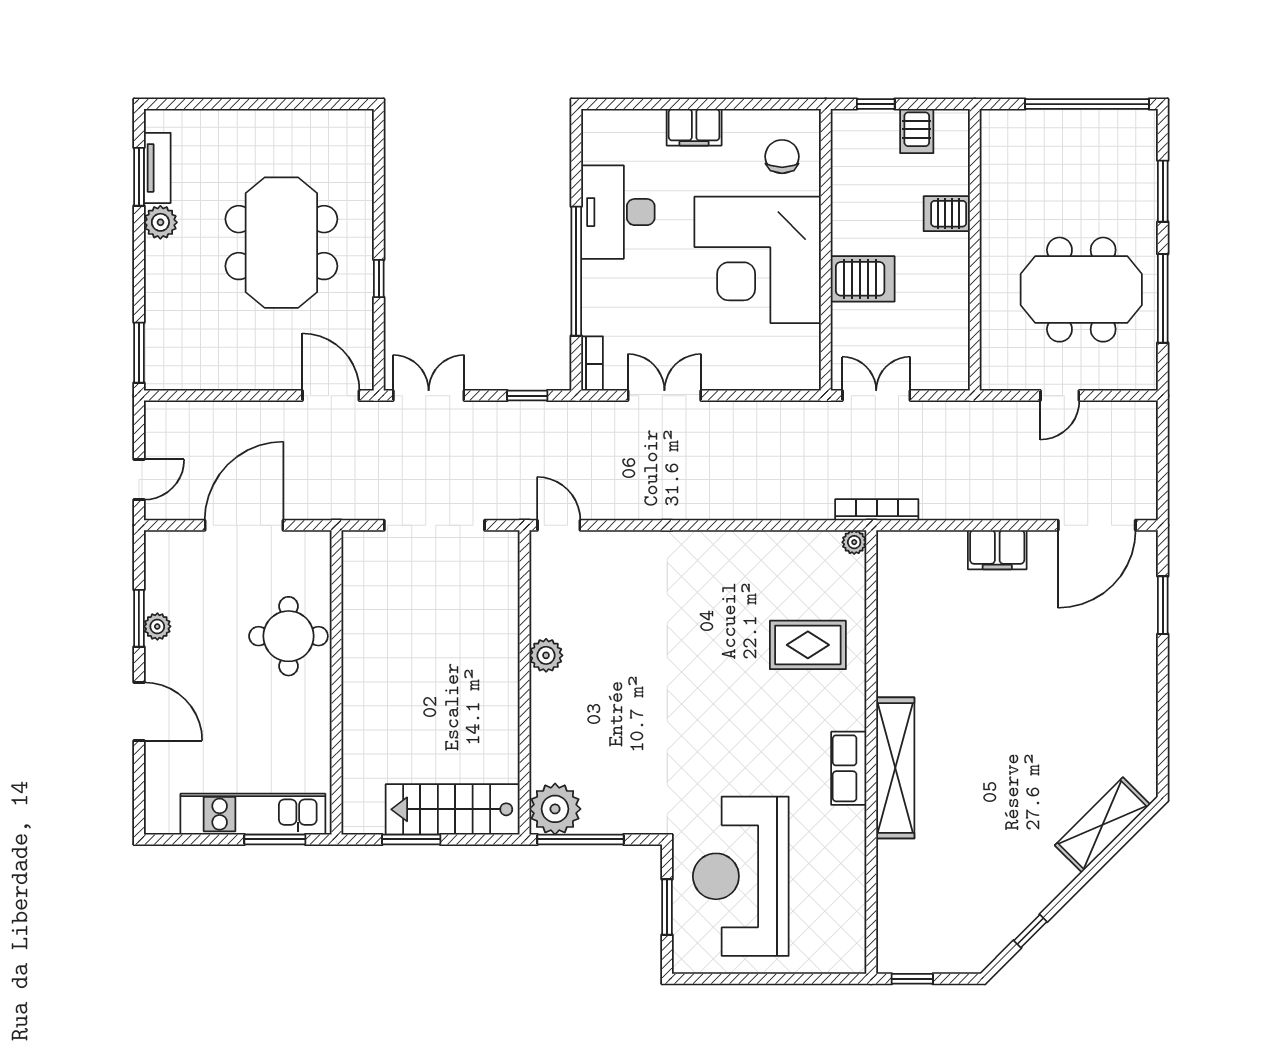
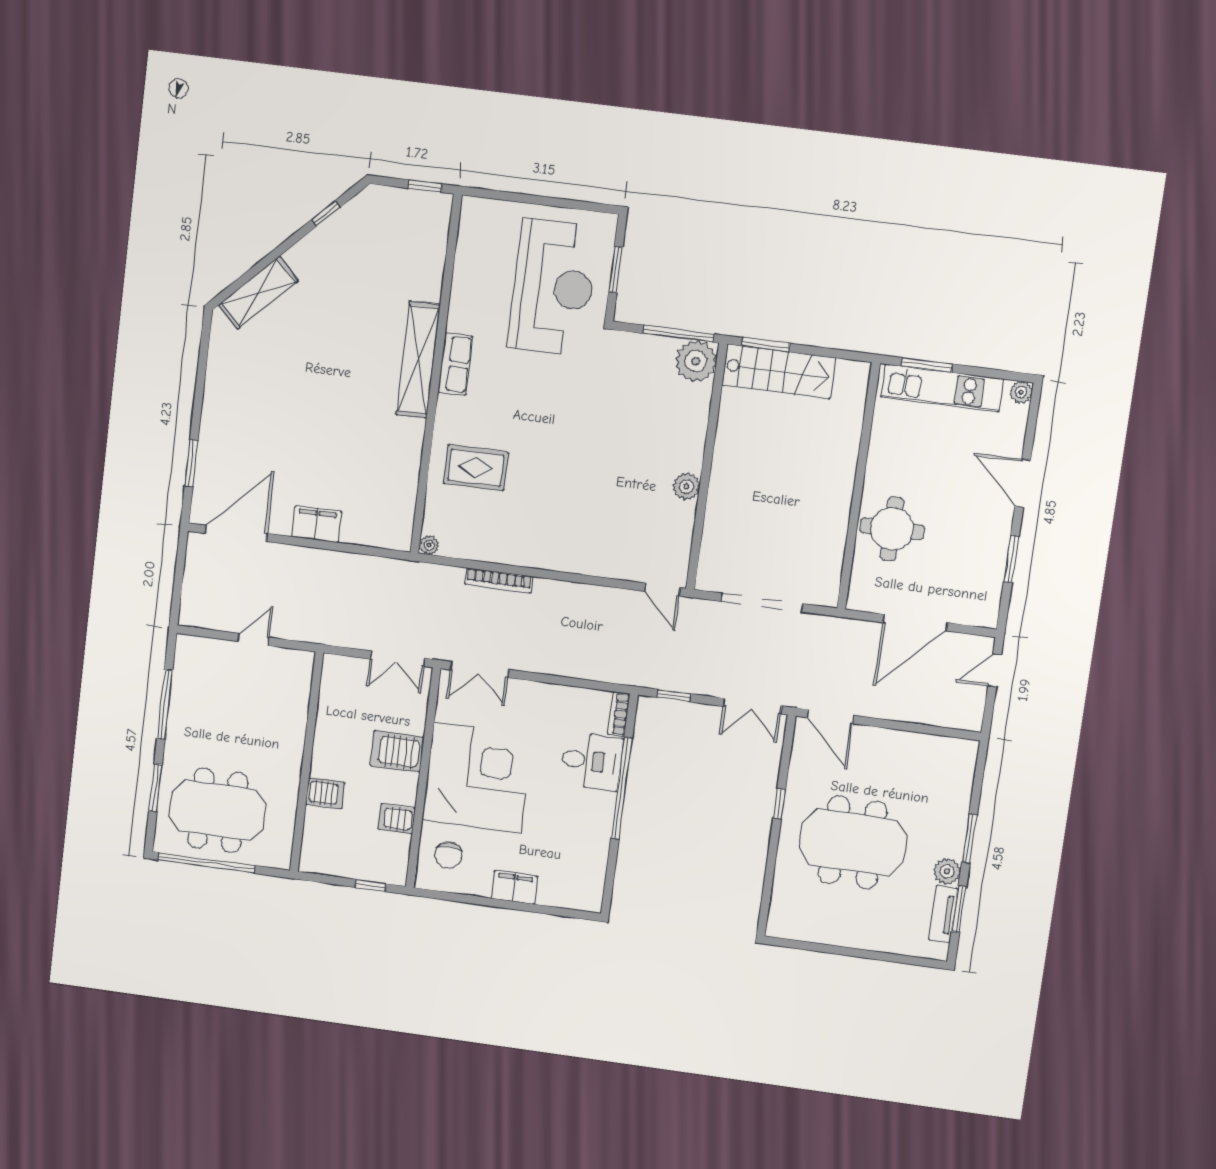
server rack: (917, 131) -> (397, 819), moved, turned -90
desk: (618, 212) -> (592, 761), moved, width x0.73
meeting table: (281, 243) -> (853, 842), turned 90
meeting table: (1081, 290) -> (218, 810), moved
window: (139, 353) -> (970, 839), moved
double door: (664, 396) -> (479, 670), moved
bookcase: (877, 510) -> (499, 580), moved
plant: (157, 626) -> (1021, 392), moved
window: (411, 839) -> (766, 345), moved

